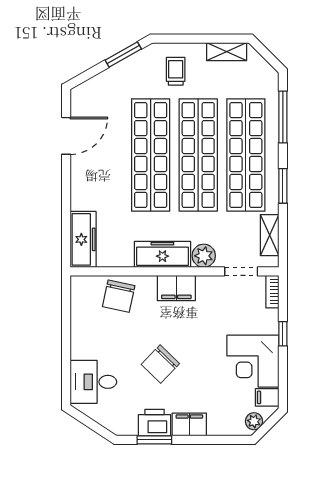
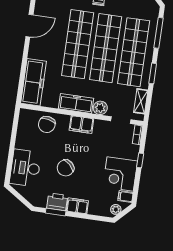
freezer: (83, 239) -> (34, 82), width x1.36, depth x1.26
desk: (93, 382) -> (25, 168), width x1.37

